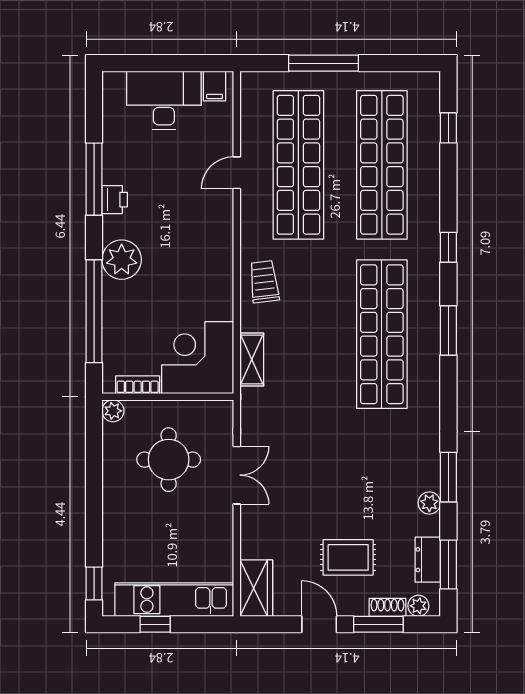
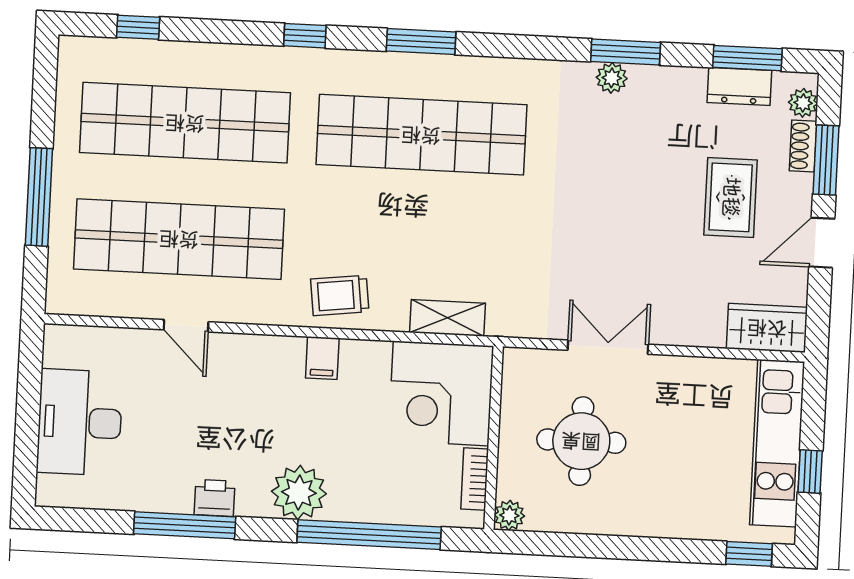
filing cabinet: (215, 86) -> (322, 358), moved, turned 90
plant: (429, 503) -> (612, 78), moved

